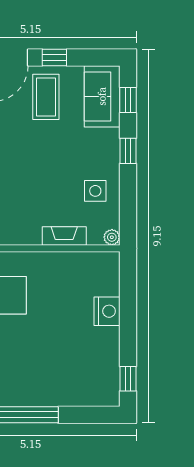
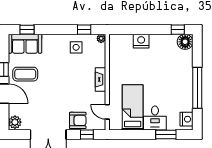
window: (128, 151) -> (84, 30), moved
fireplace: (64, 236) -> (100, 80), moved
floor lamp: (106, 392) -> (185, 42), added

